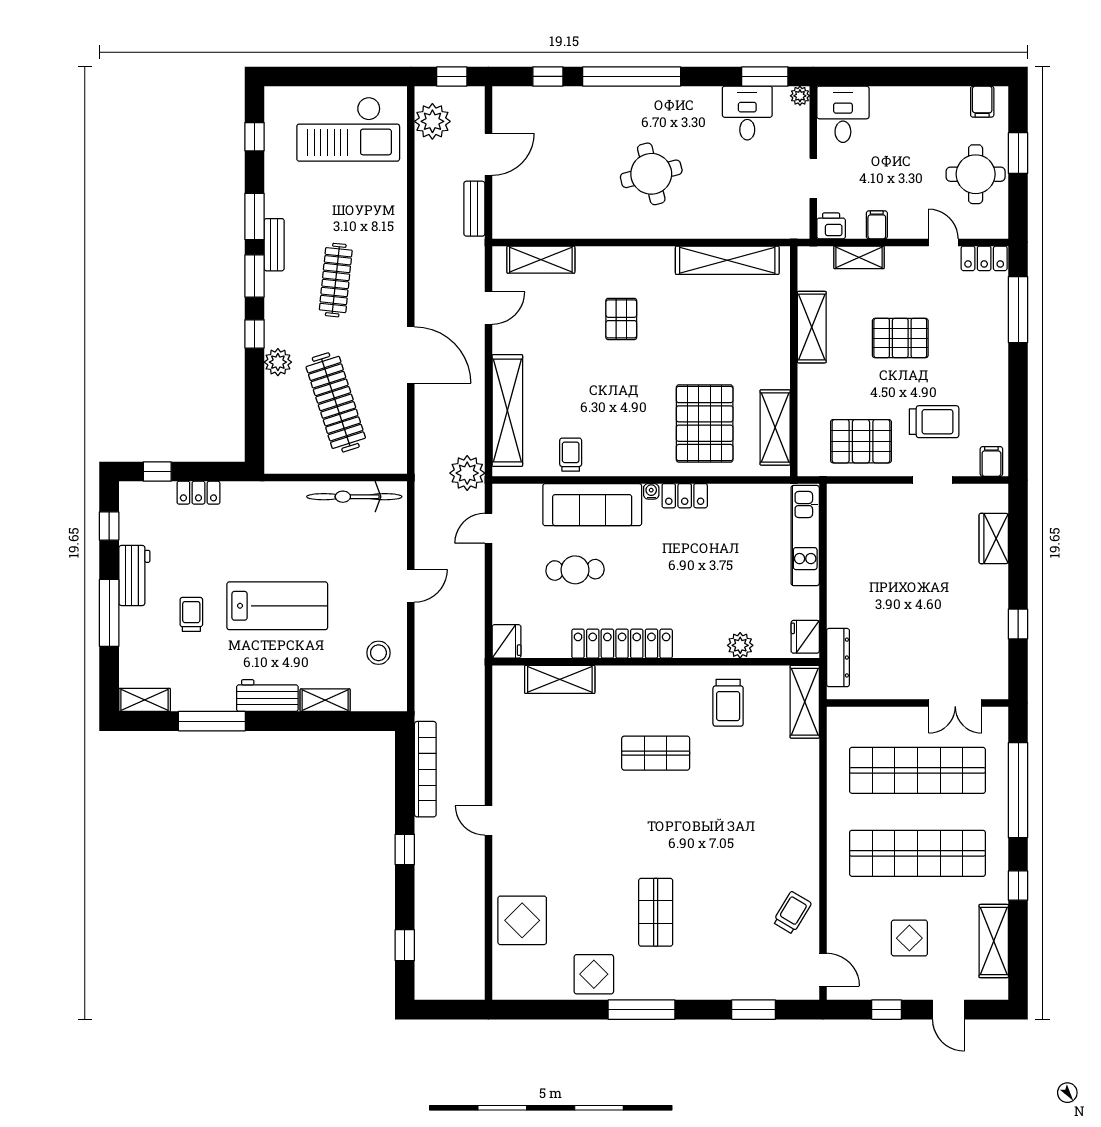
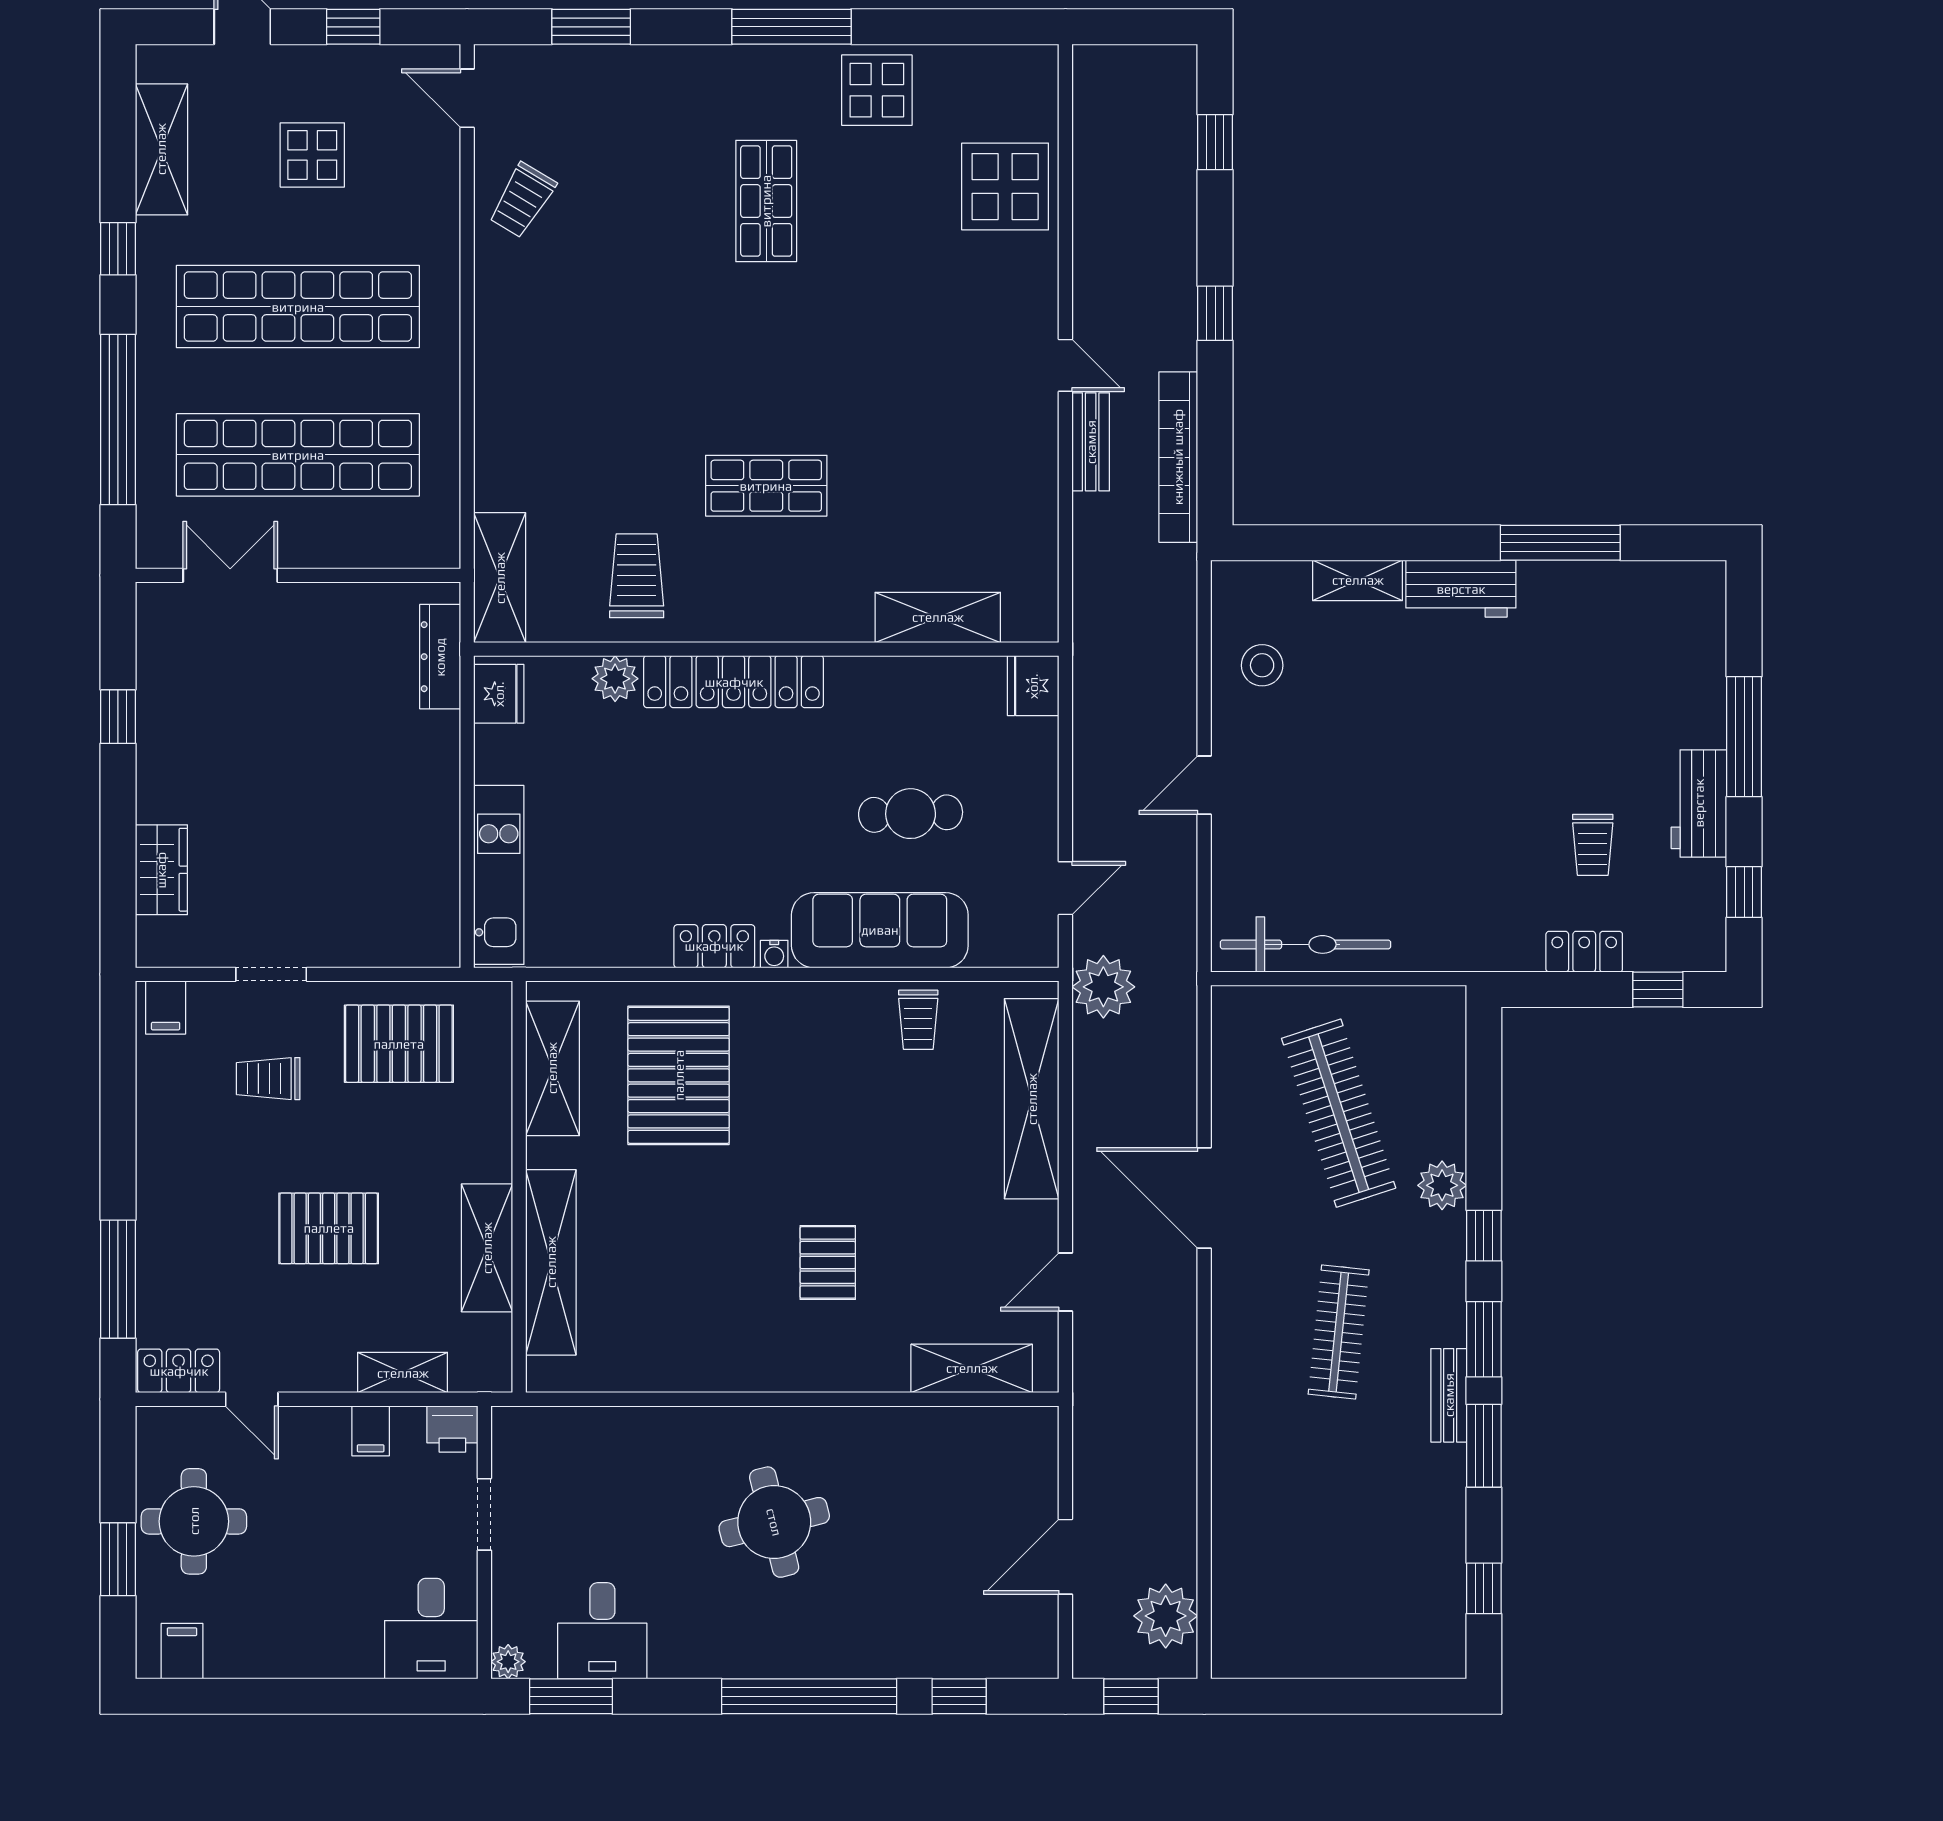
checkout: (348, 129) -> (1316, 1602), removed
bench: (474, 209) -> (1091, 442), moved
shelving: (727, 260) -> (551, 1262), moved, turned 90
trolley: (934, 422) -> (268, 1079), width x0.73, depth x0.72
lab bench: (277, 606) -> (1443, 749), removed
trolley: (191, 614) -> (1593, 845), moved
locker: (622, 644) -> (734, 682), moved
shelving: (145, 700) -> (1681, 581), removed

